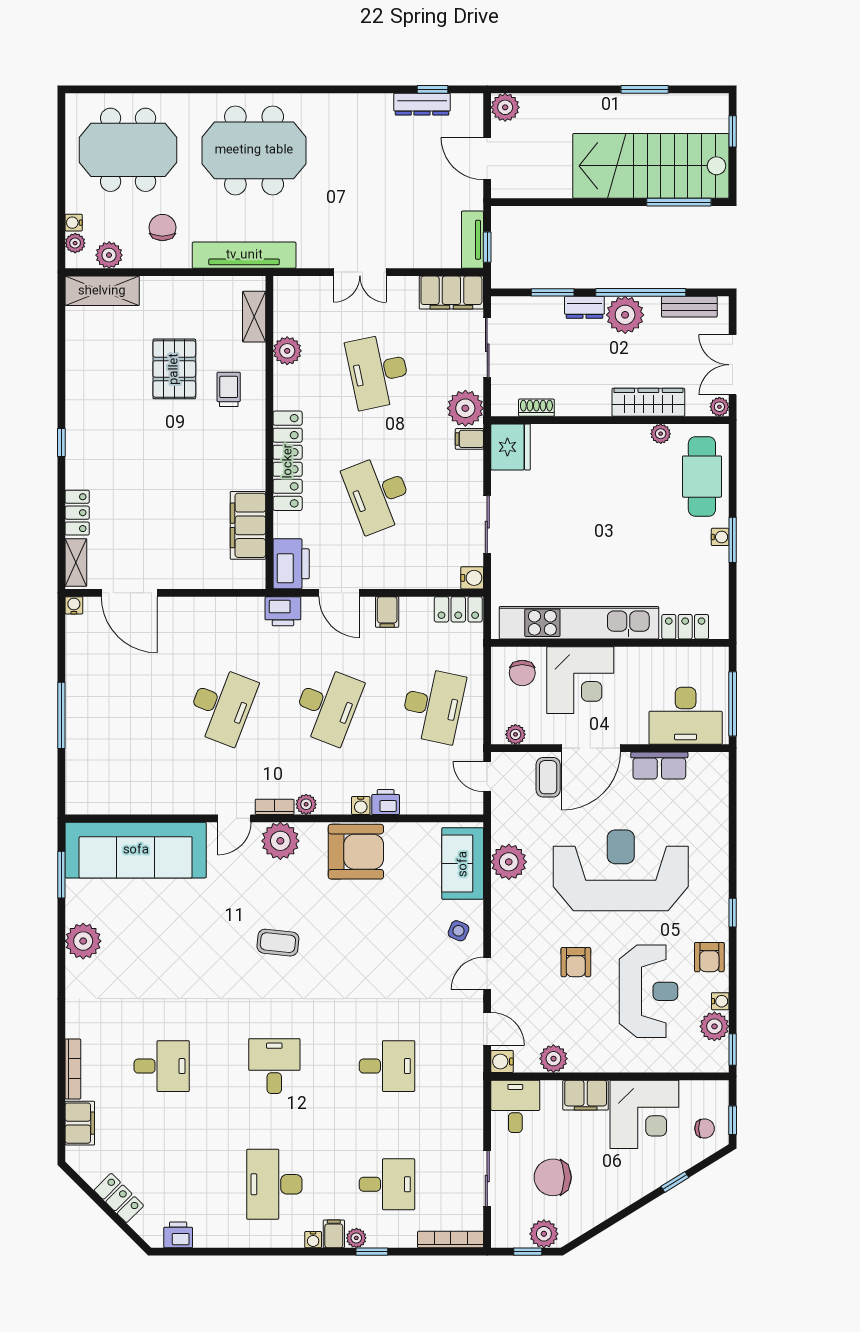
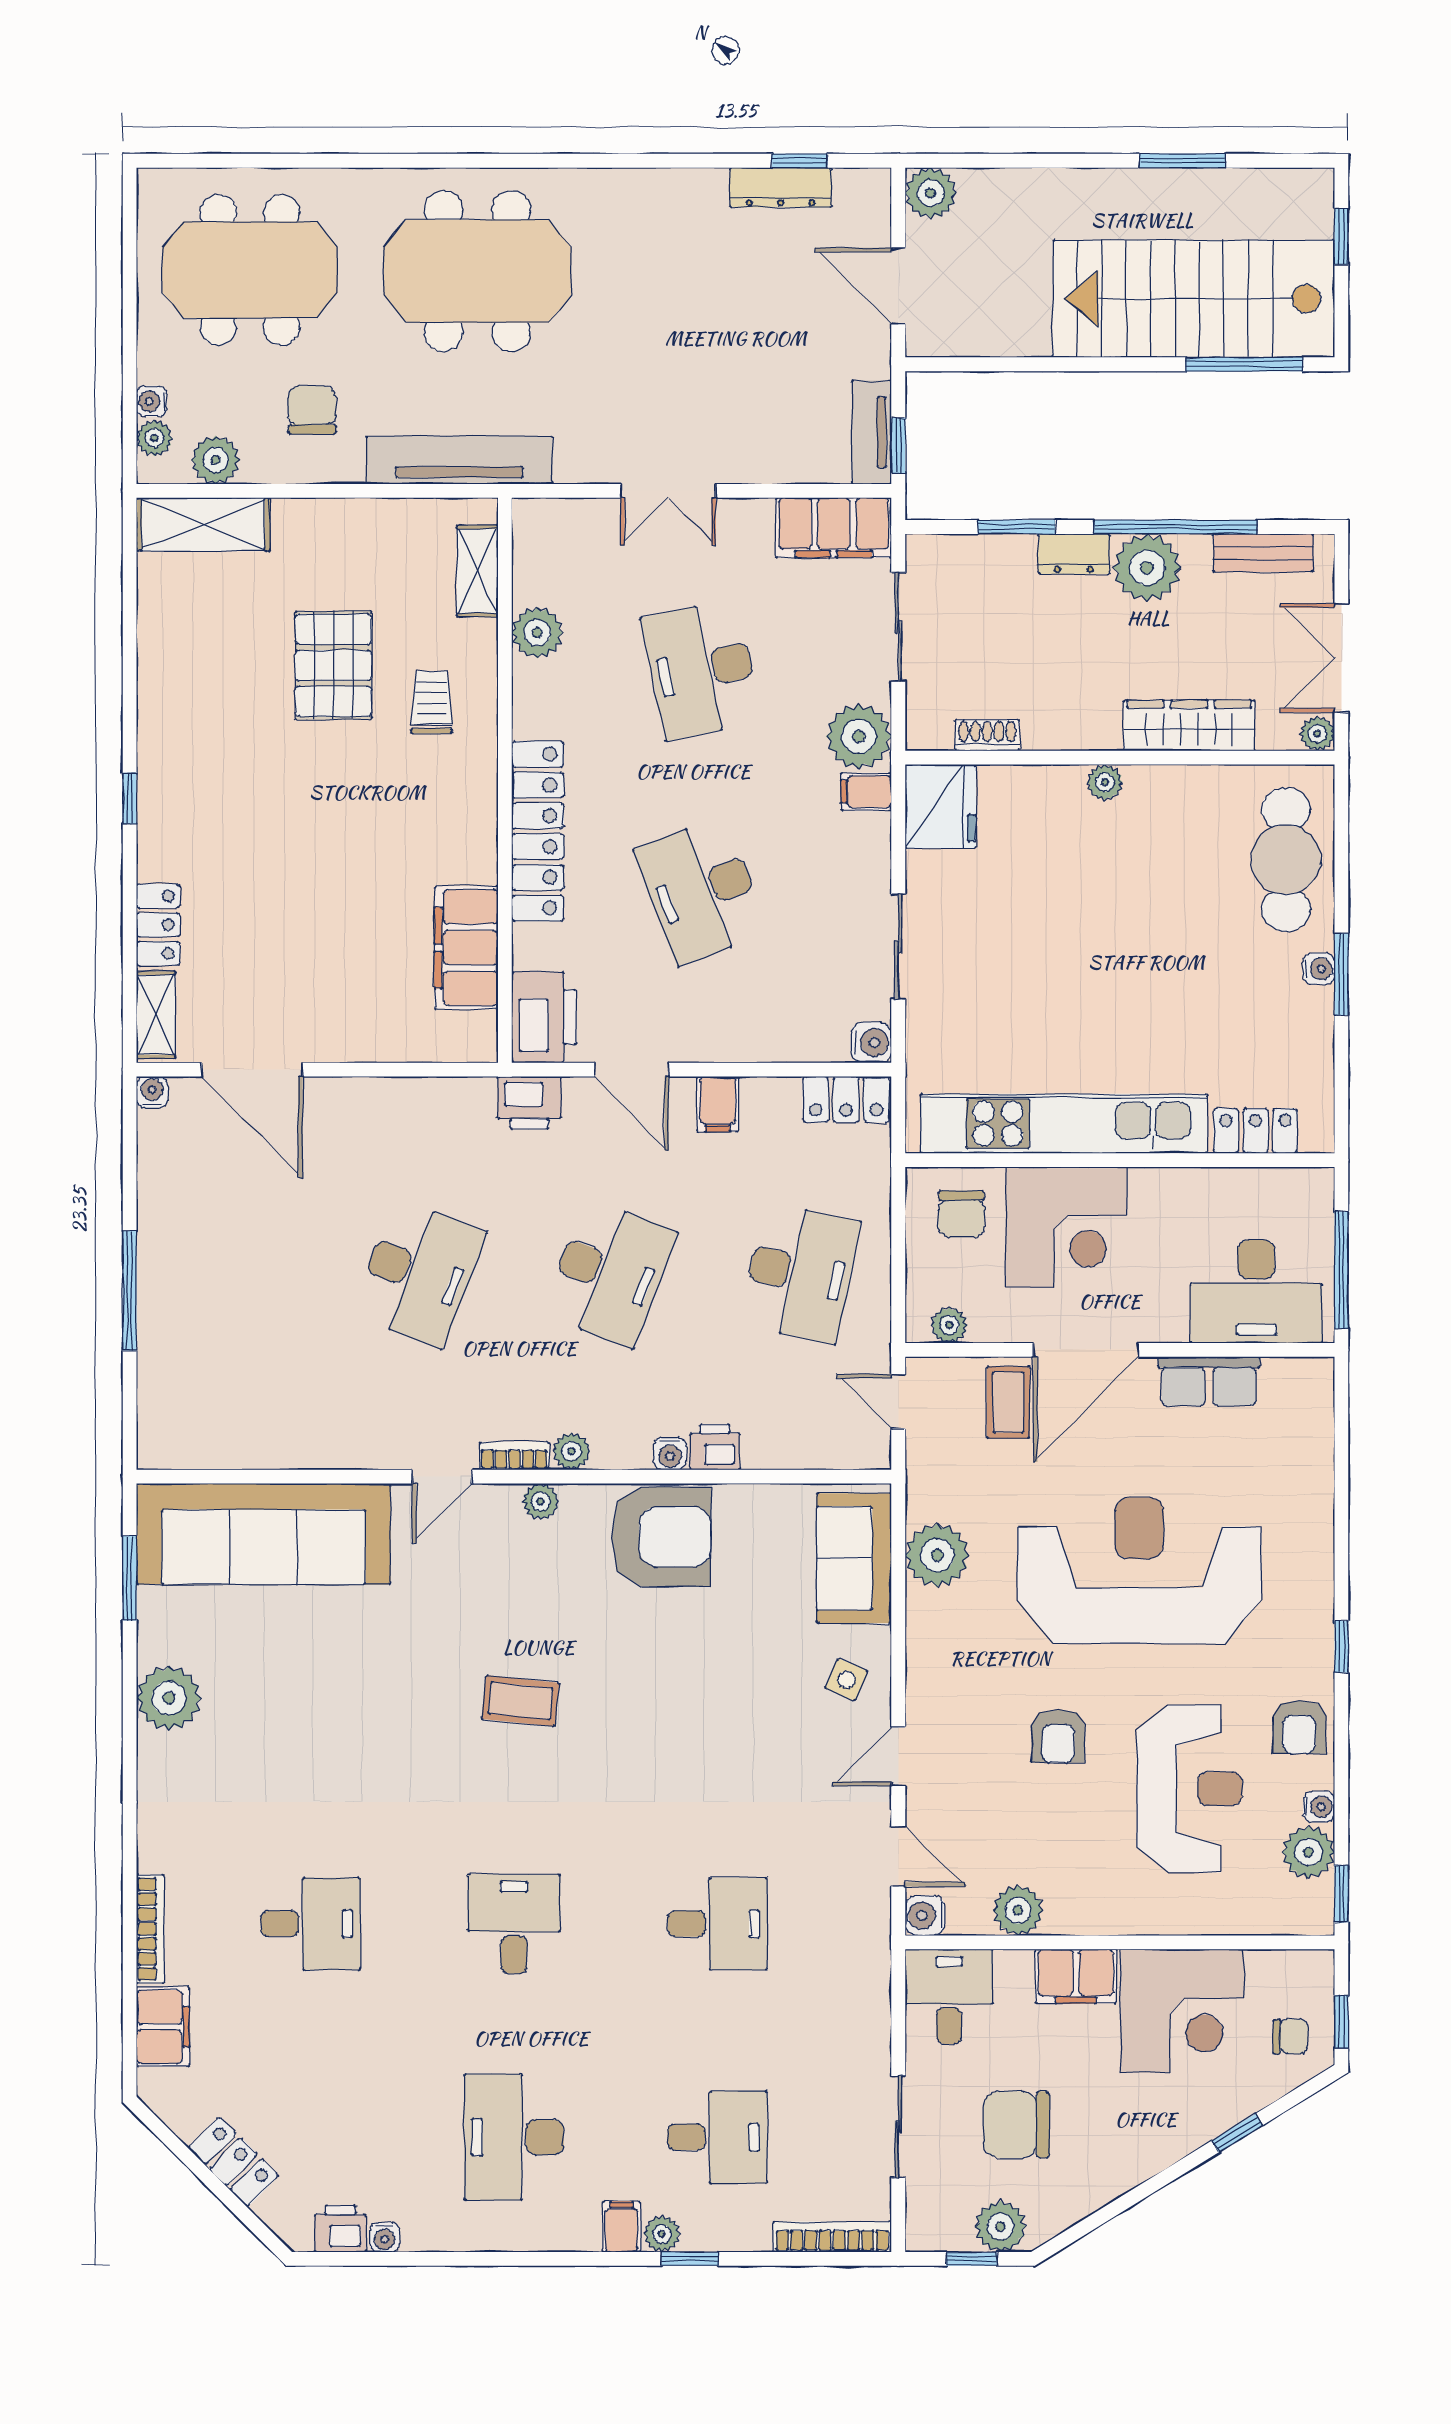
plant: (661, 434) -> (1105, 782), moved
plant: (280, 841) -> (541, 1501), width x0.53, depth x0.53
water cooler: (313, 1240) -> (385, 2237), moved

